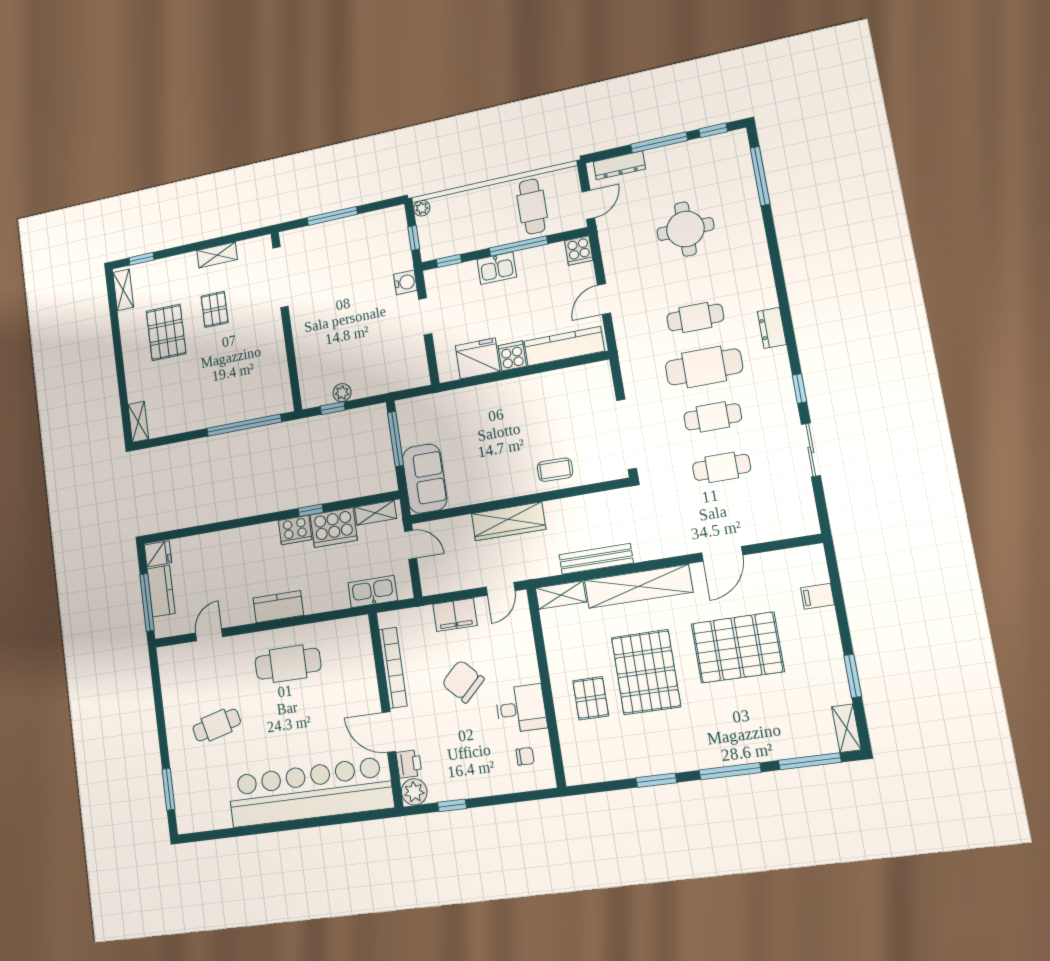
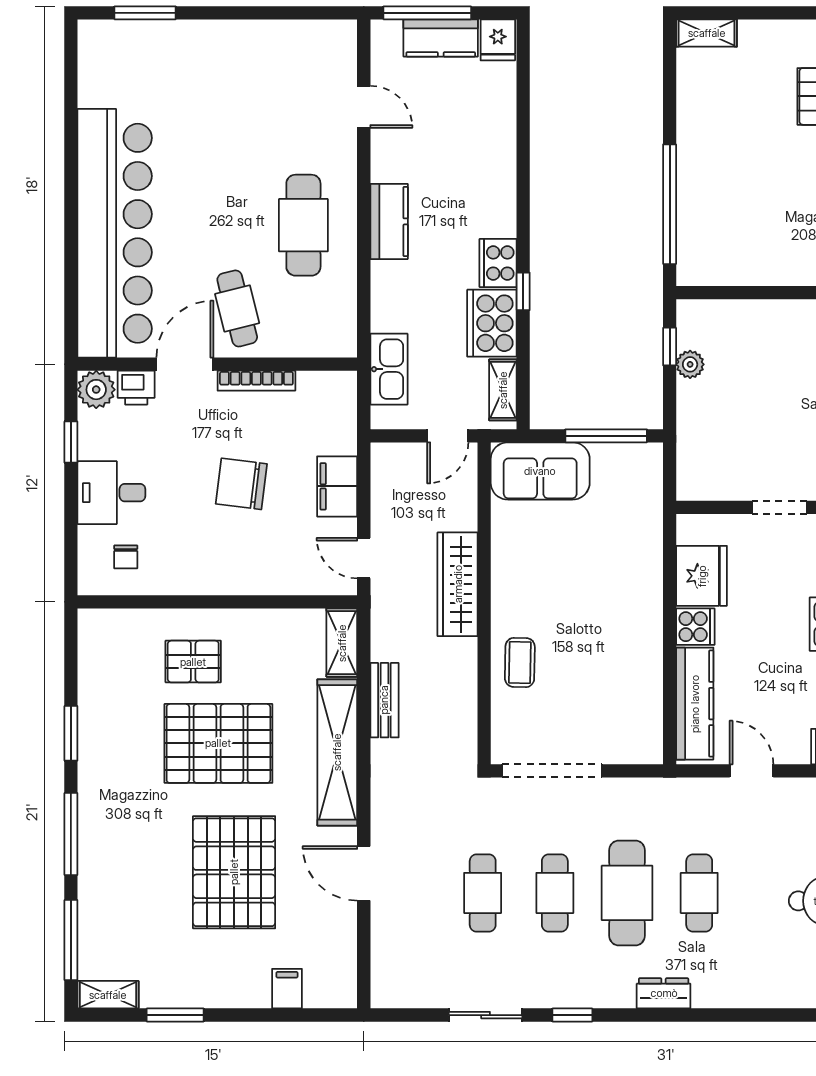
bench: (596, 559) -> (384, 700), width x0.73
bookcase: (393, 668) -> (256, 381), width x0.68, depth x0.76
chair: (463, 681) -> (241, 484), turned -129
desk: (521, 709) -> (111, 493), moved, turned 90
cafe table: (217, 725) -> (237, 308), moved

